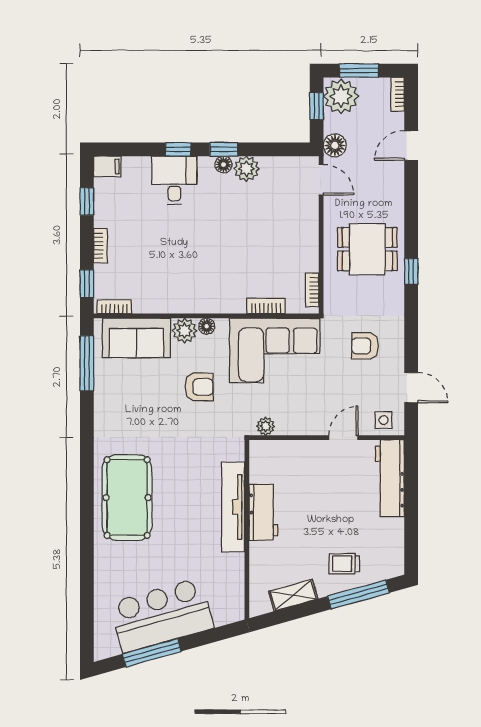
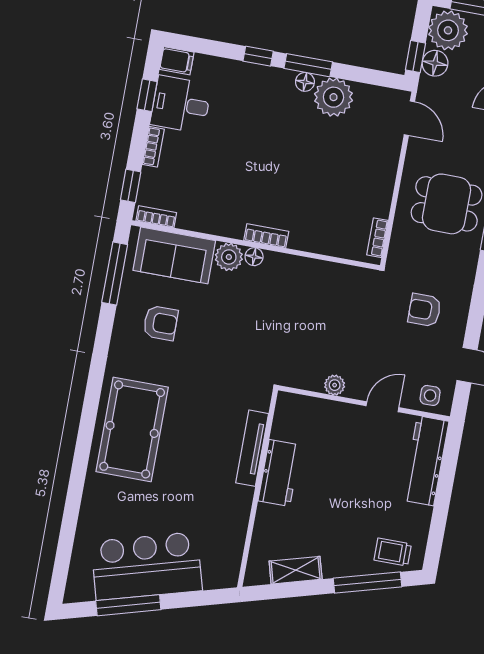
window: (317, 106) -> (415, 57), moved
floor lamp: (335, 145) -> (435, 63), moved
window: (224, 149) -> (308, 65), width x1.50
plant: (246, 169) -> (333, 97), width x1.36, depth x1.36
desk: (174, 180) -> (181, 104), moved, turned -90
bookcase: (266, 306) -> (266, 236), moved
corner sofa: (275, 351) -> (324, 297), removed
armchair: (199, 387) -> (161, 323), moved
plant: (266, 426) -> (335, 385), moved
tv unit: (233, 507) -> (252, 448), width x0.73, depth x0.78
trolley: (344, 564) -> (393, 552), moved

